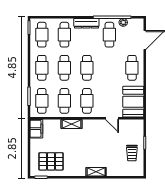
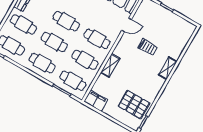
trolley: (132, 153) -> (148, 47), moved
pallet: (51, 161) -> (134, 105), turned 90

